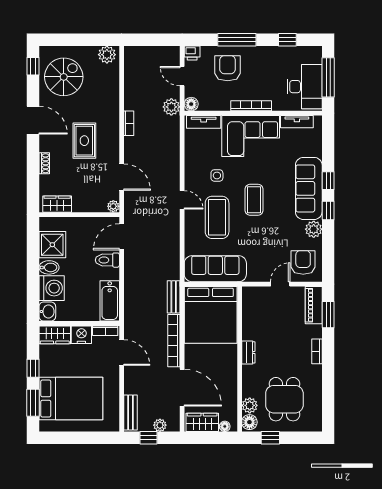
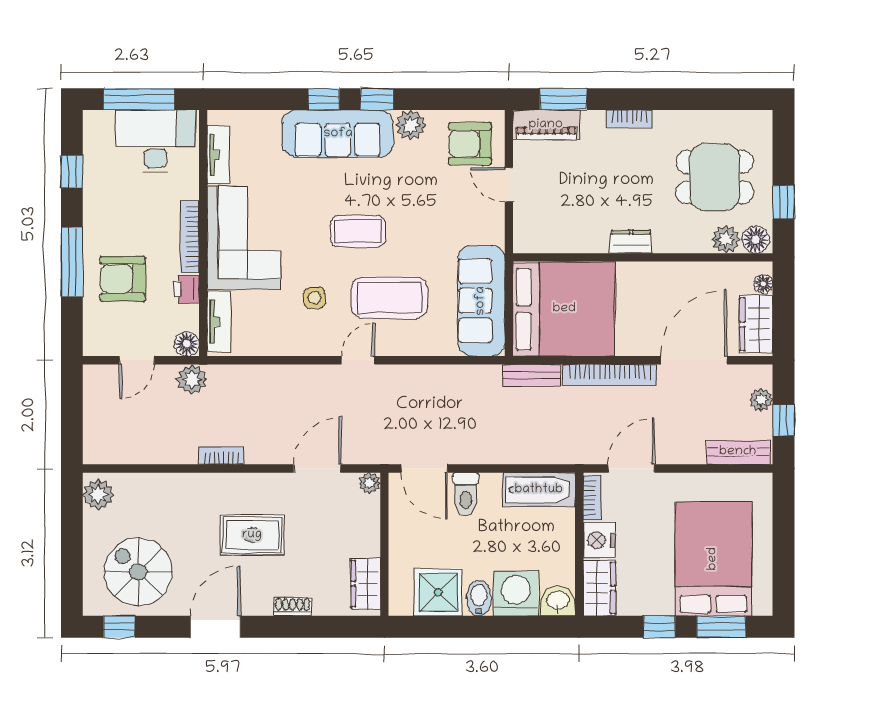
printer: (192, 53) -> (186, 289), moved, turned 180

